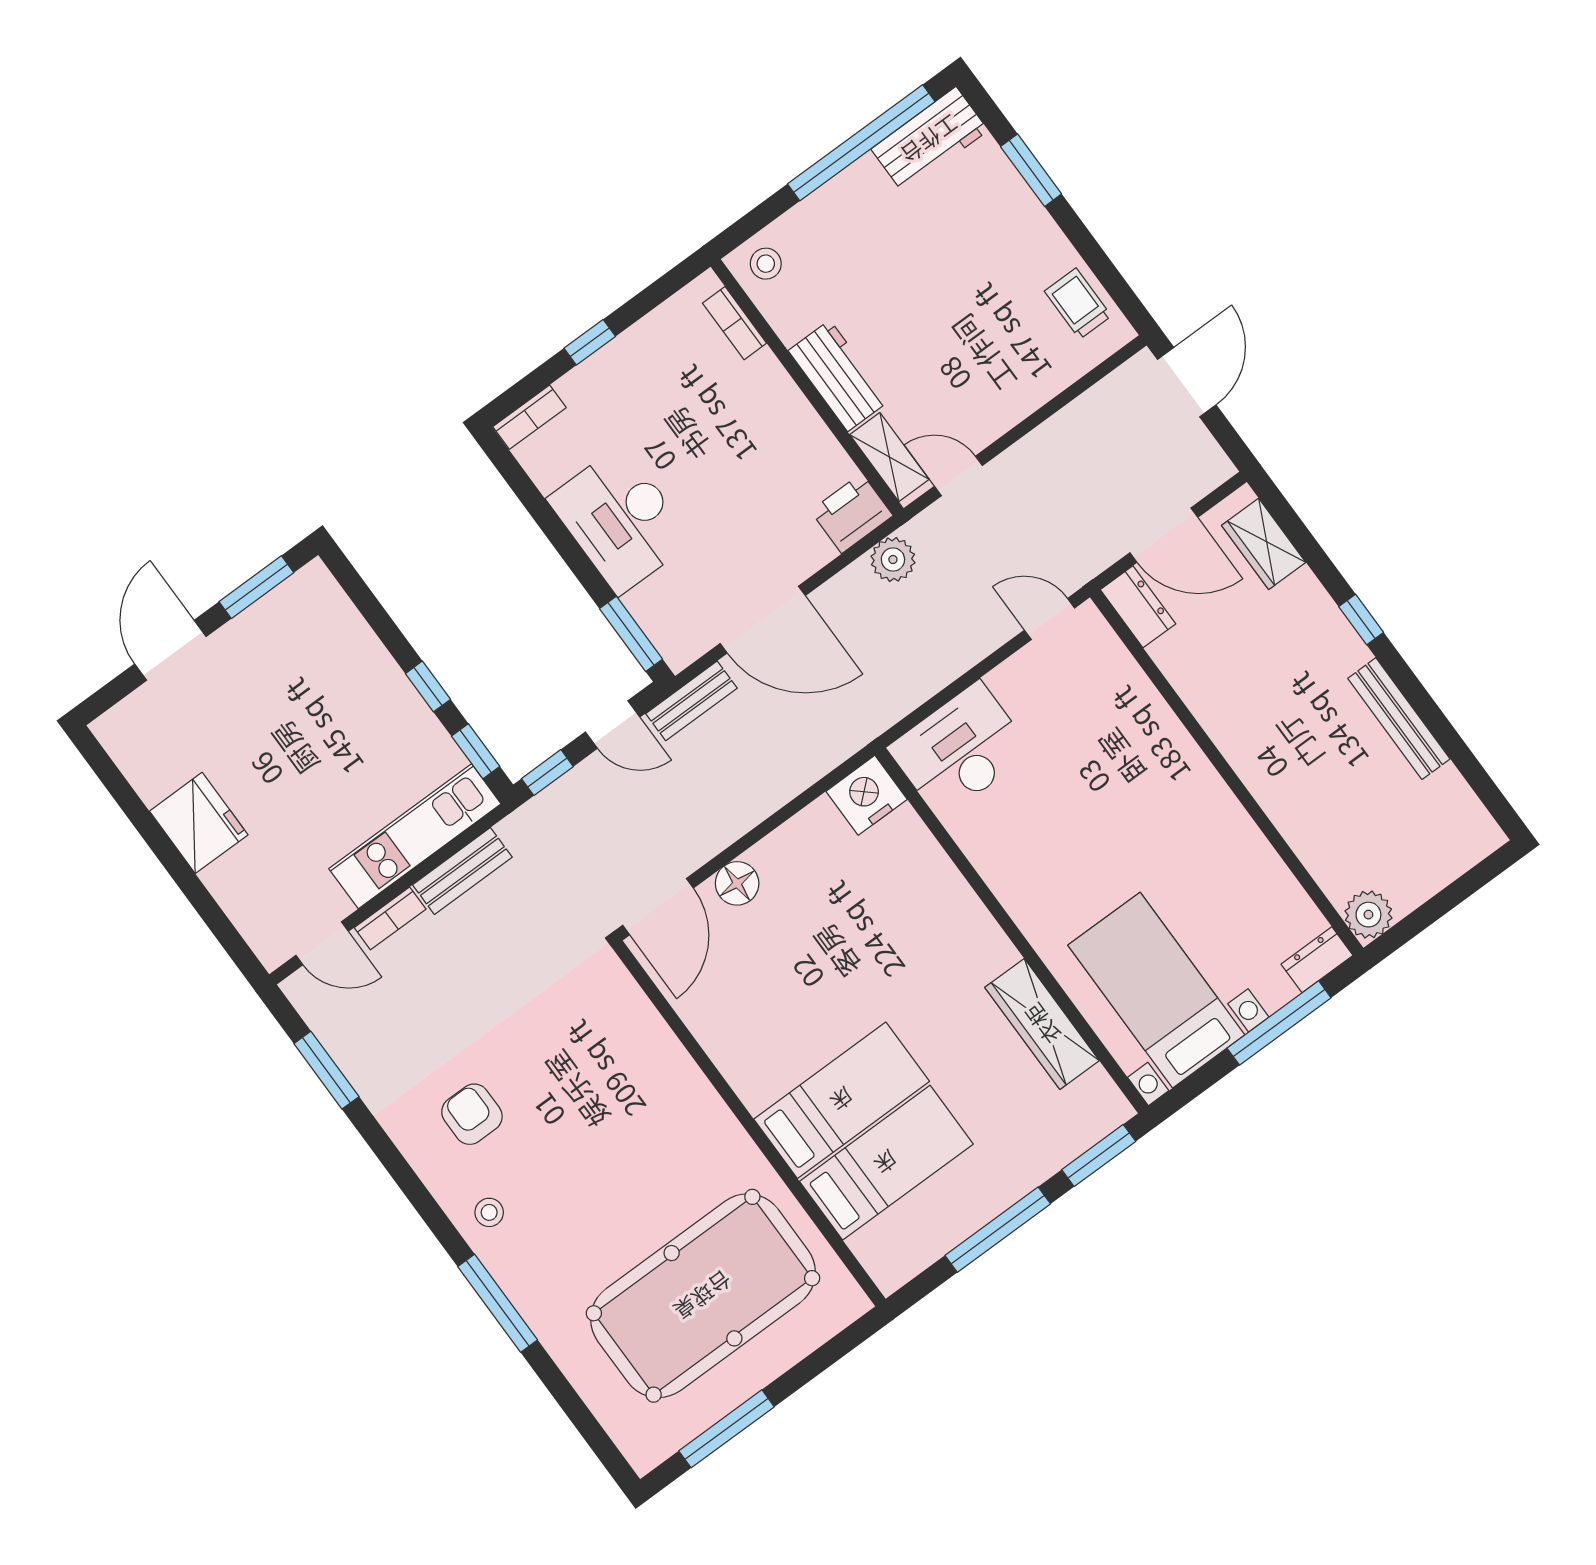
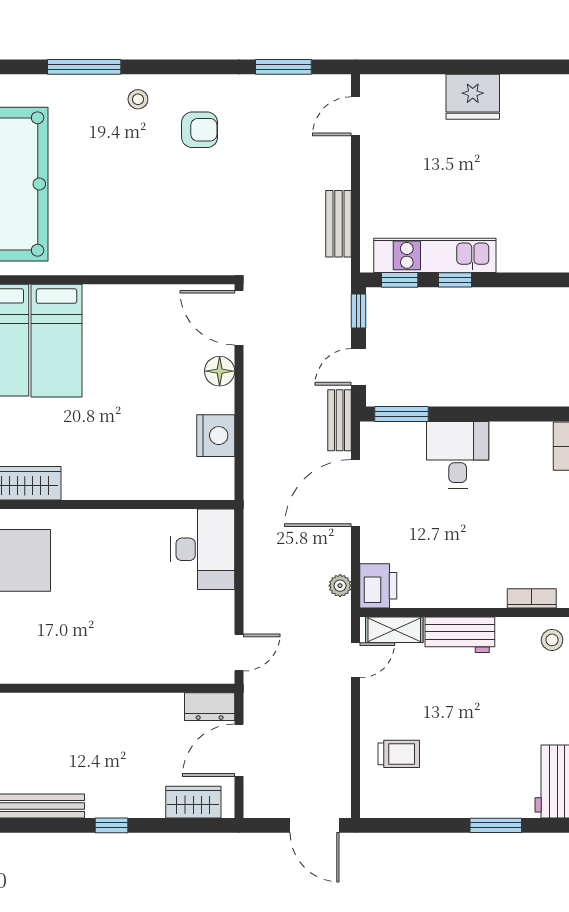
trolley: (1078, 304) -> (399, 754), moved
desk: (620, 520) -> (458, 455), width x0.73
plant: (893, 560) -> (340, 586), width x0.73, depth x0.73
nightstand: (867, 795) -> (216, 436), moved
kitchen unit: (415, 836) -> (435, 255), moved, turned -90
bookcase: (390, 918) -> (342, 164), removed

